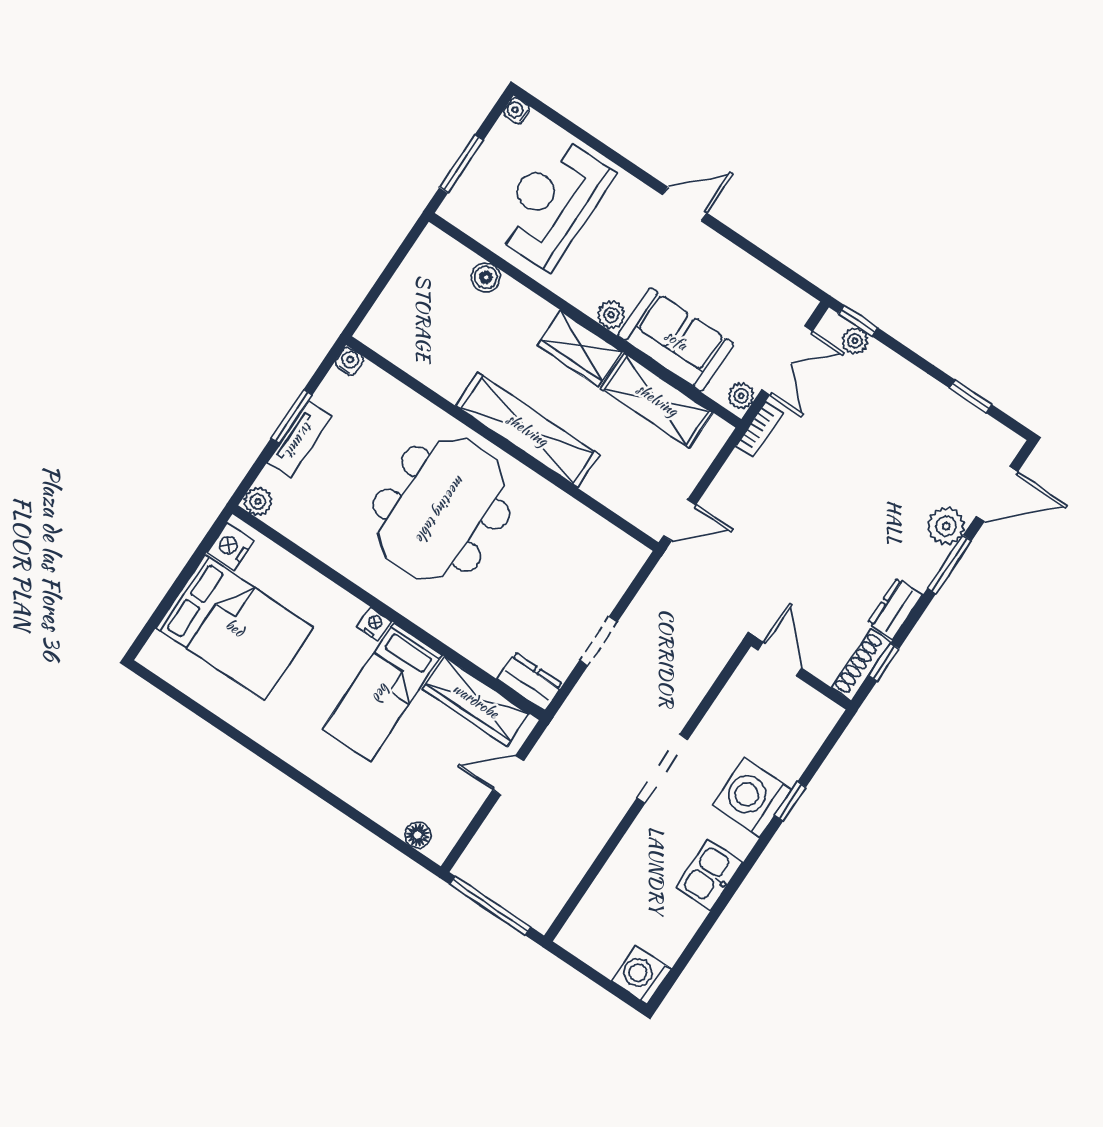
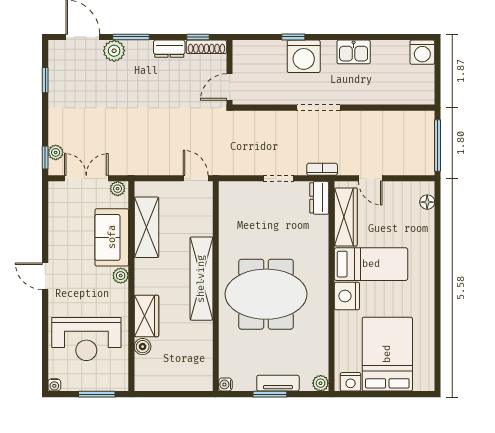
wardrobe: (579, 348) -> (146, 316), moved
bookcase: (760, 430) -> (322, 169), moved
nightstand: (374, 624) -> (347, 296), width x1.89, depth x1.79

